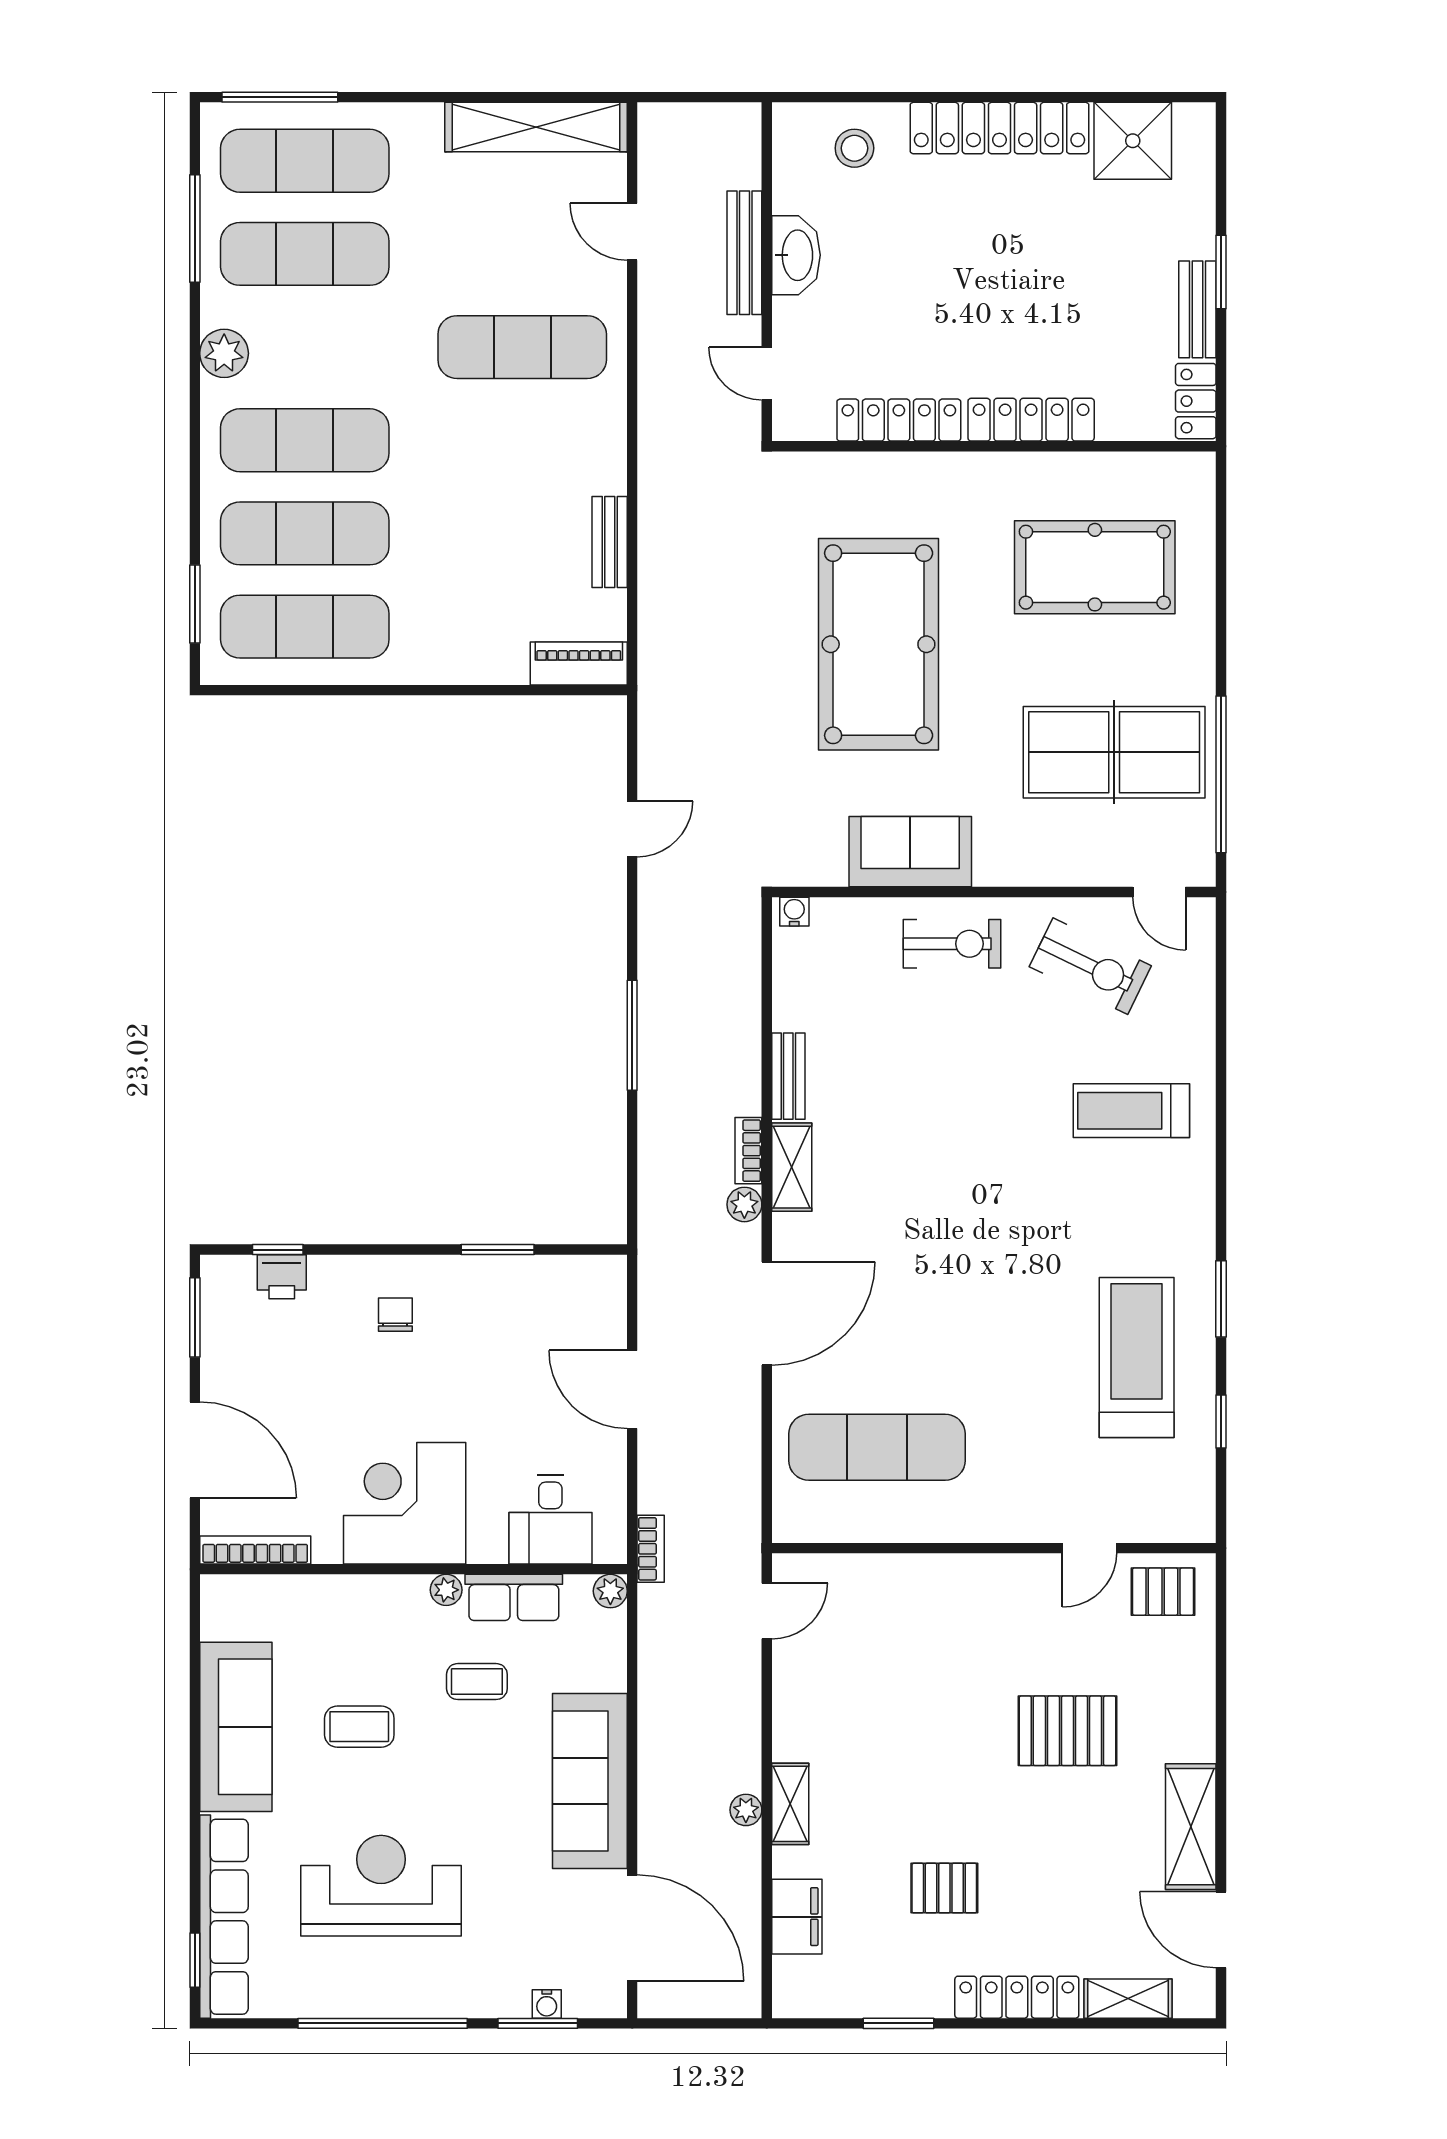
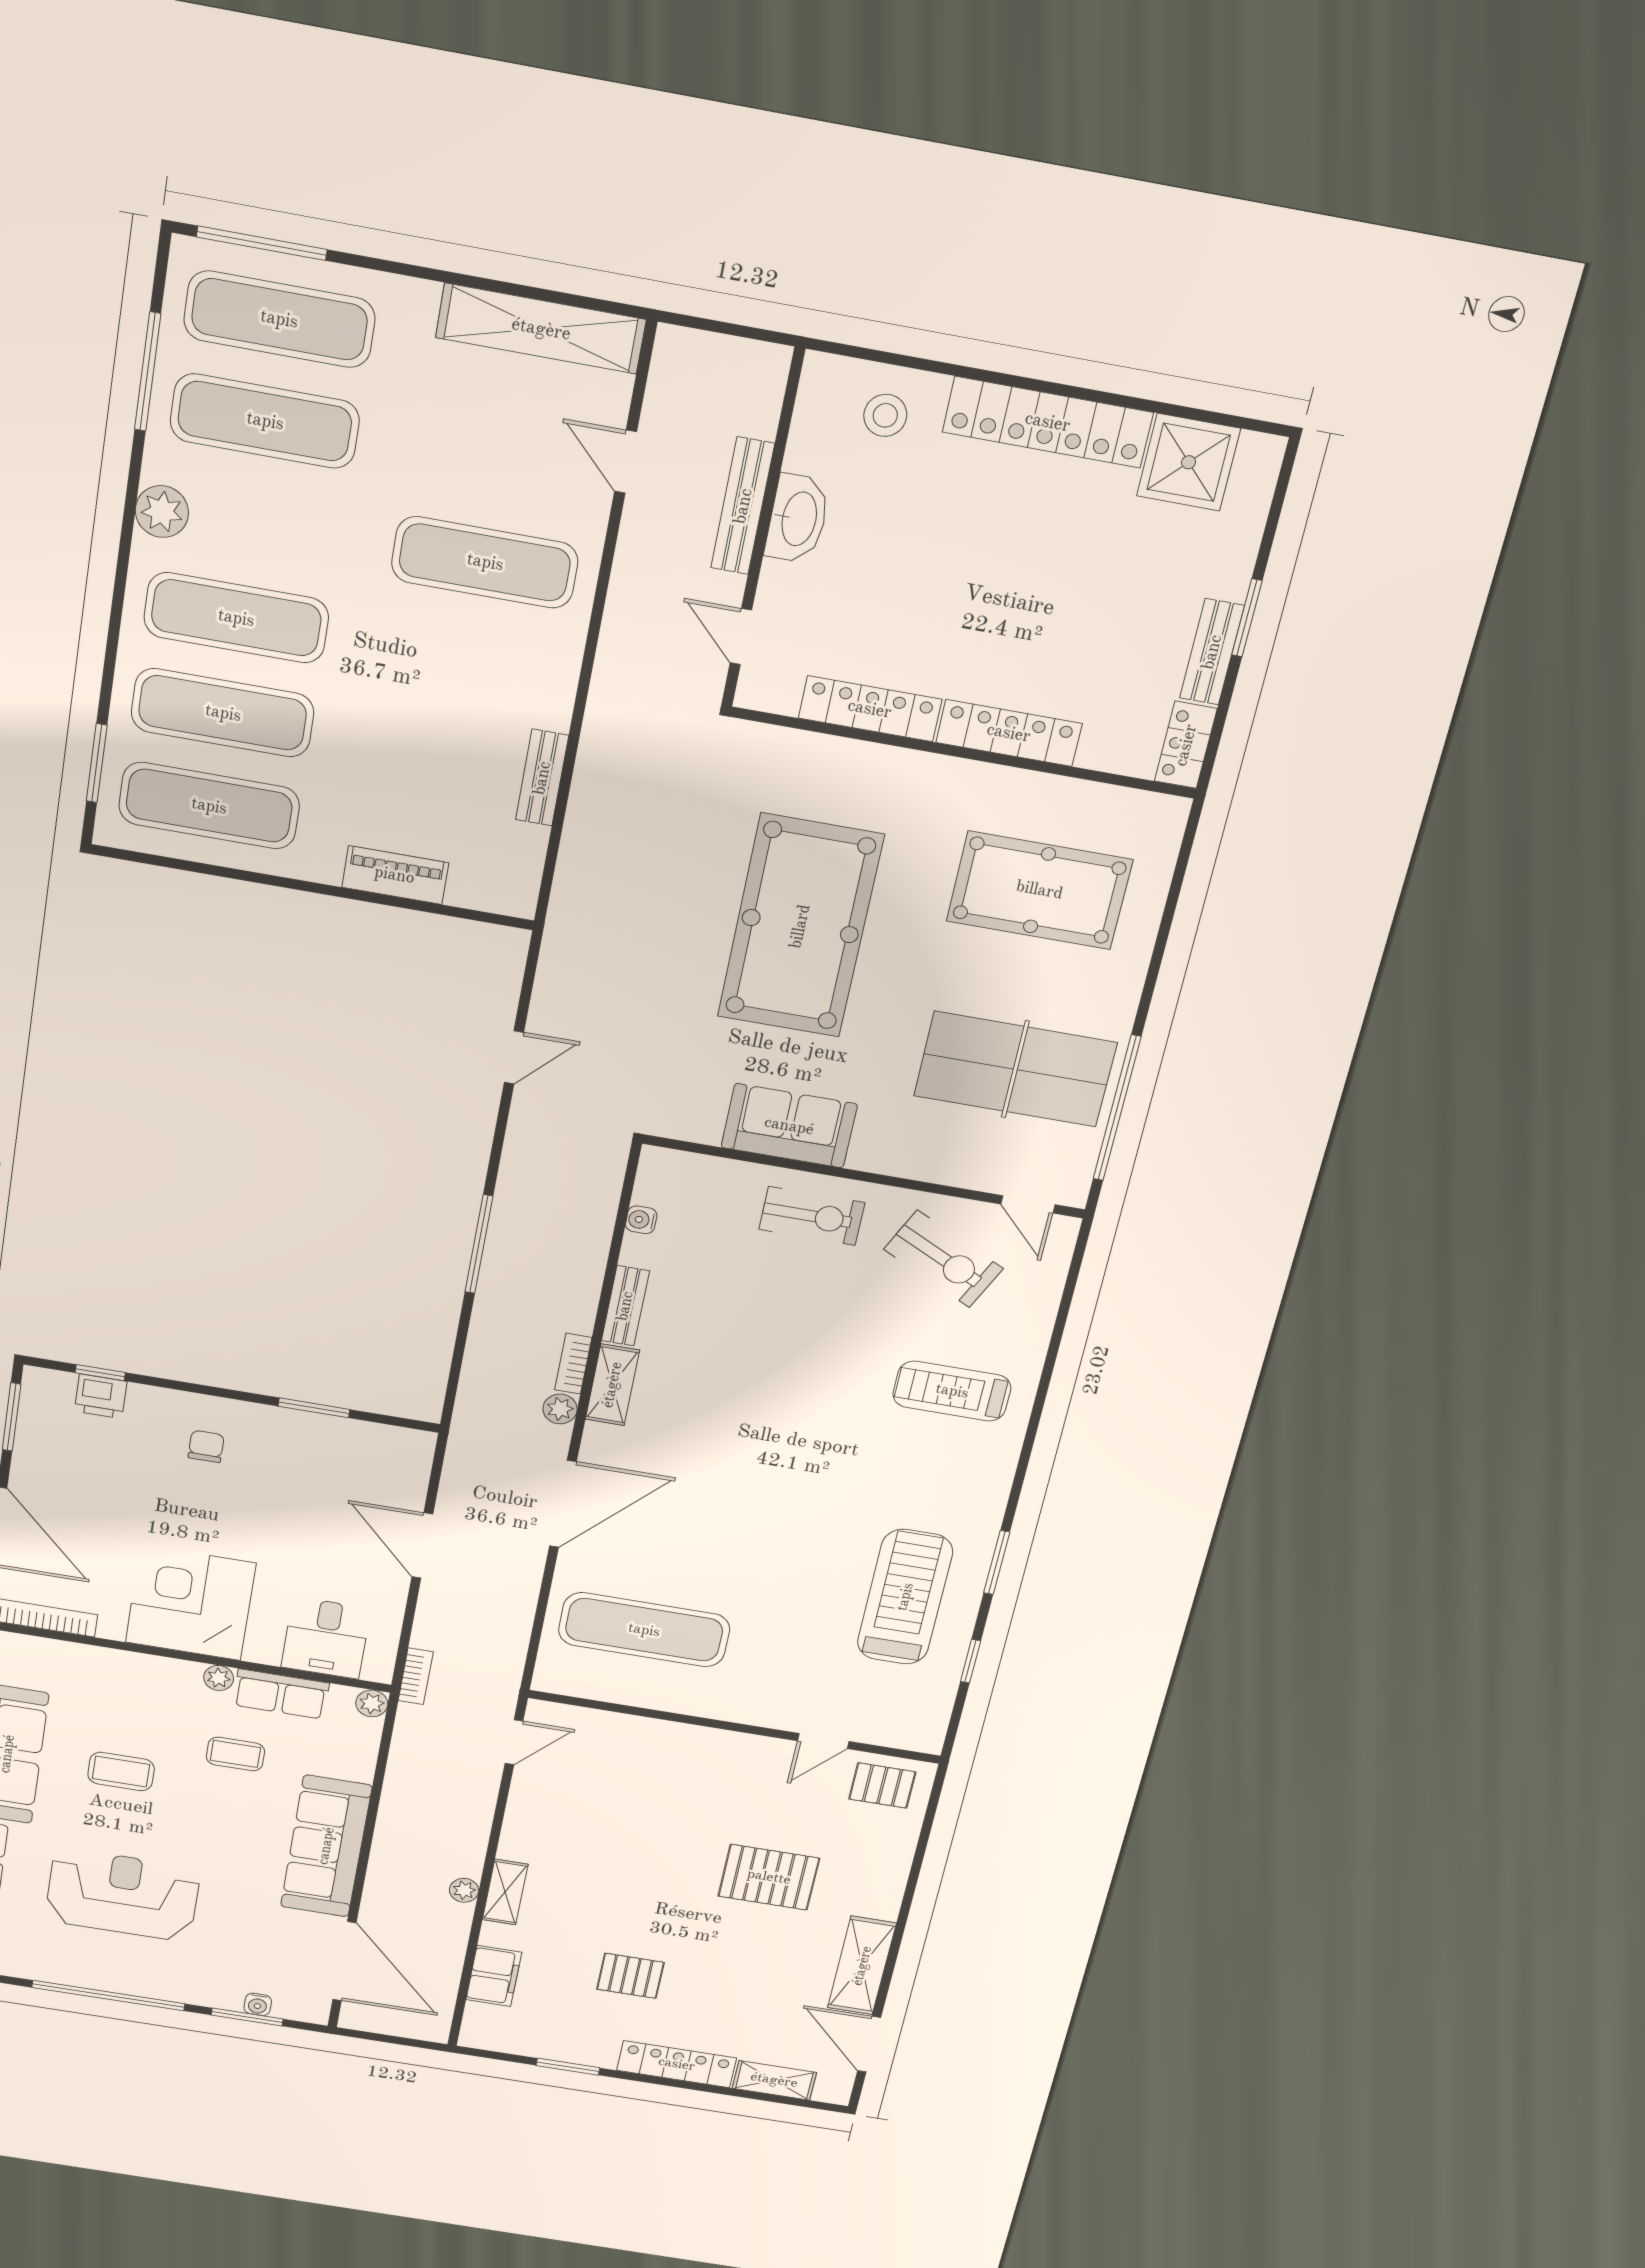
piano: (579, 664) -> (395, 875), moved
water cooler: (794, 912) -> (641, 1220), moved, turned -90

